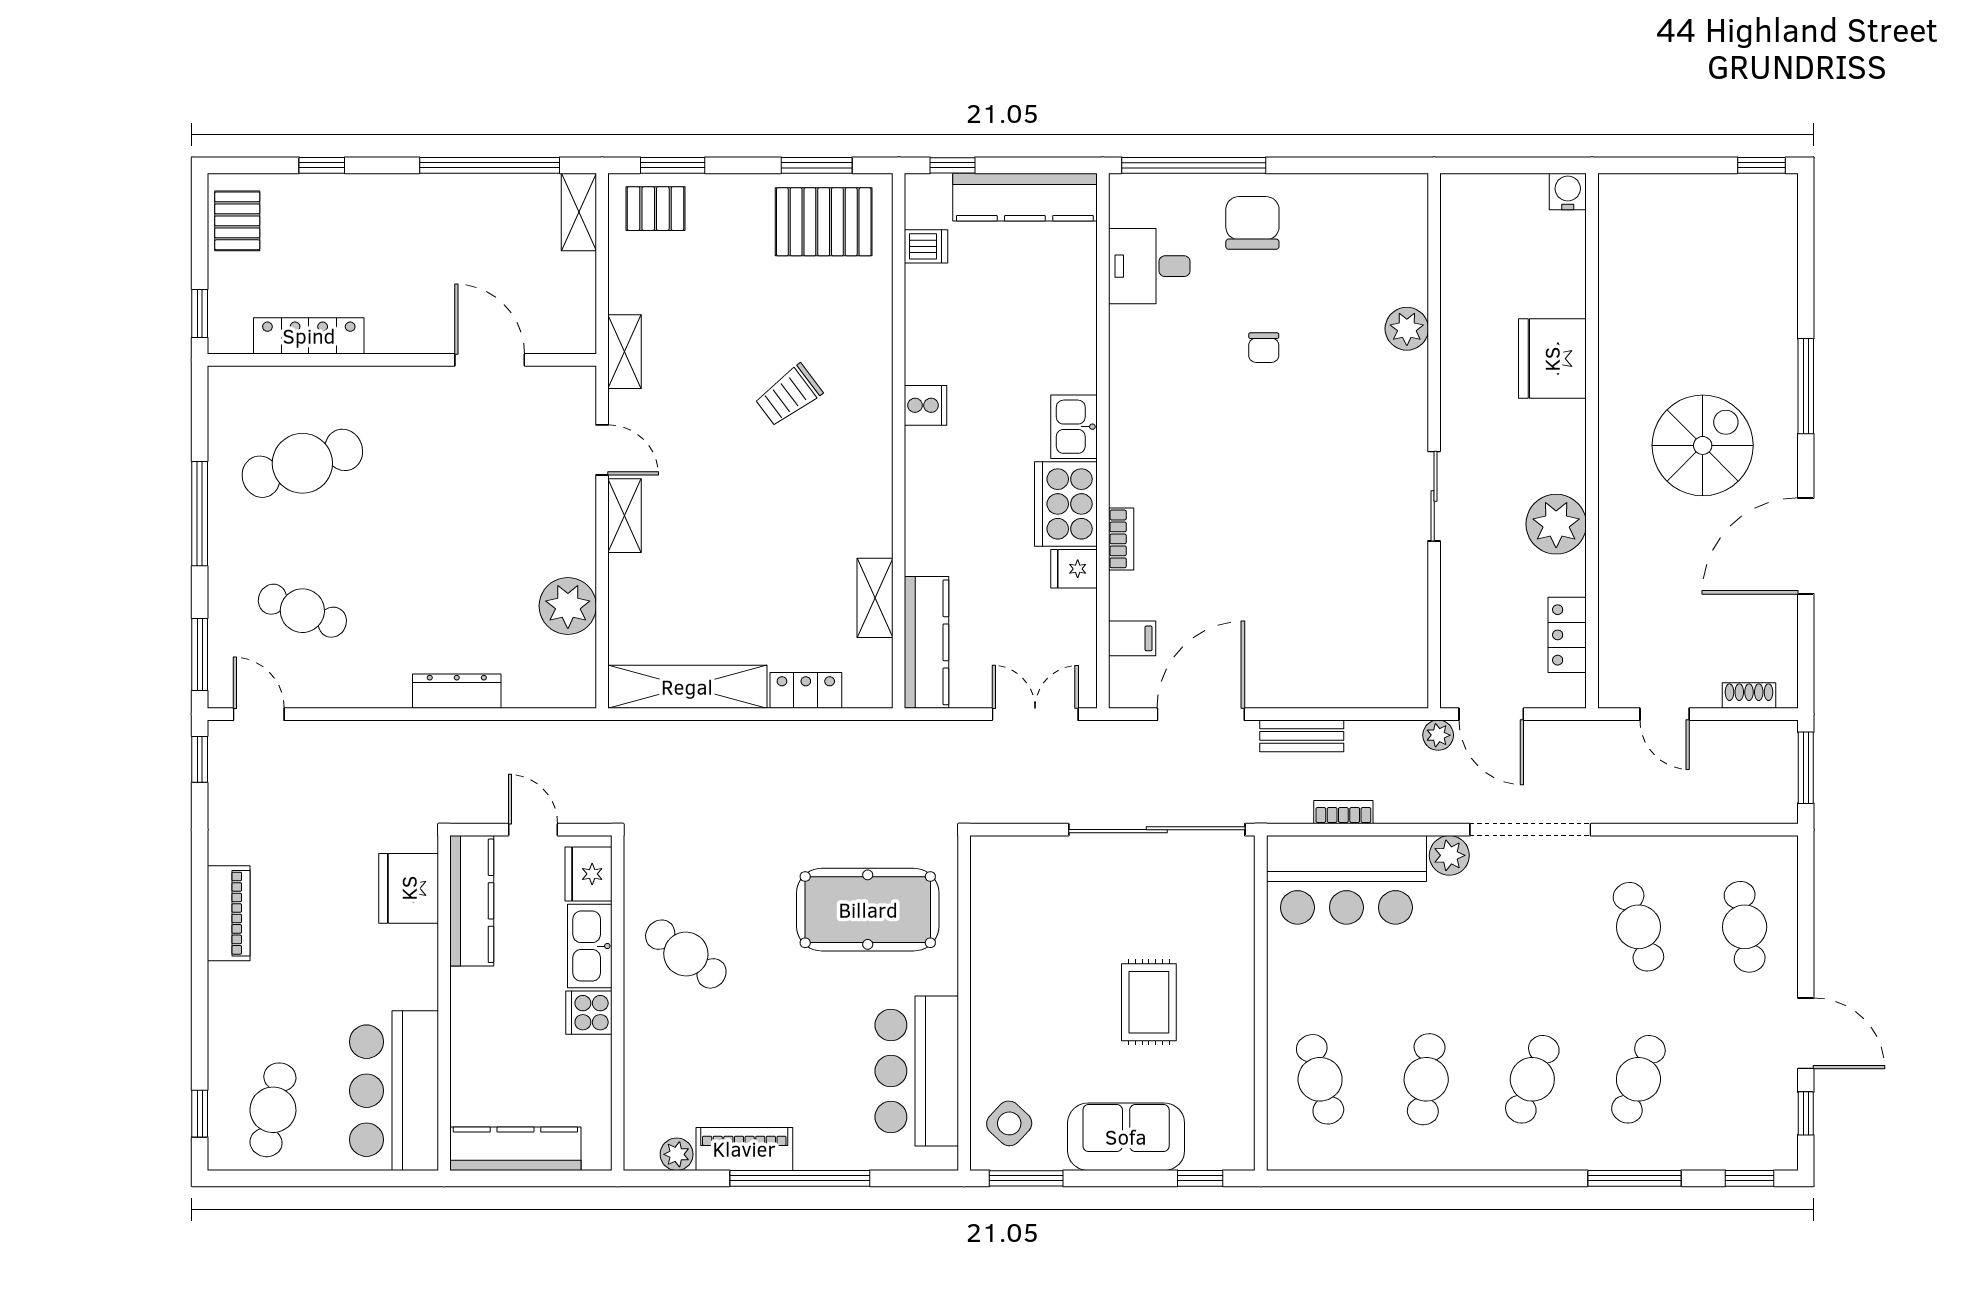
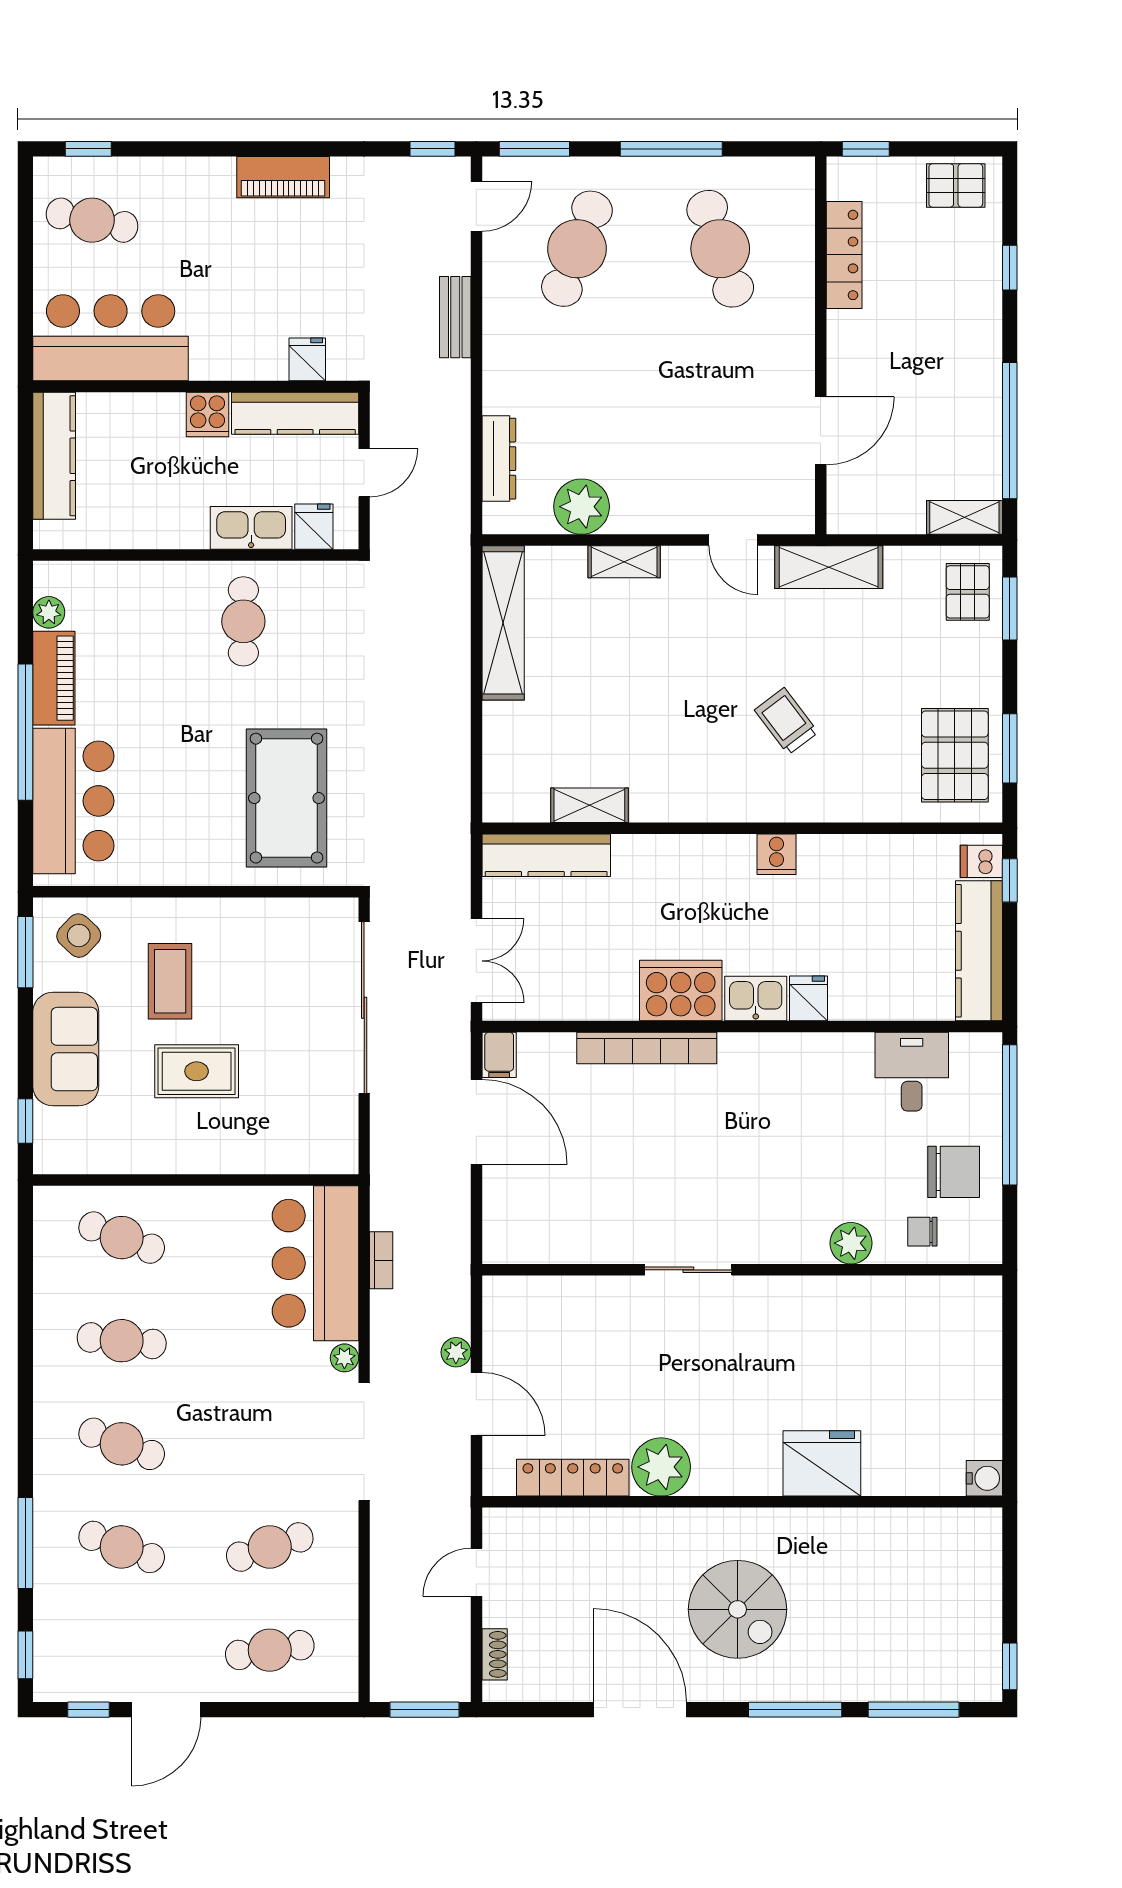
dishwasher: (926, 246) -> (981, 861), moved, turned 90
window: (1806, 264) -> (914, 1710), added
plant: (1407, 329) -> (851, 1243), moved
chair: (1264, 348) -> (922, 1232), moved
shelving: (625, 352) -> (829, 567), width x1.50, depth x1.33
wall: (1434, 441) -> (742, 1270), moved
door: (602, 450) -> (733, 540), hinge flipped
sliding door: (1434, 496) -> (688, 1270), moved
shelving: (625, 516) -> (624, 562), moved
bookcase: (1121, 539) -> (647, 1048), width x2.31, depth x1.31
fridge: (1074, 569) -> (809, 998), moved
cafe table: (302, 611) -> (577, 249), width x1.37, depth x1.35
locker: (1567, 635) -> (573, 1478), width x1.53
filing cabinet: (1132, 638) -> (499, 1055), moved
locker: (806, 690) -> (500, 738), removed
dresser: (457, 691) -> (499, 459), moved
door: (1491, 714) -> (476, 1404), swing flipped
bench: (1302, 736) -> (455, 317), moved
sliding door: (1157, 830) -> (364, 1008), moved
plant: (1449, 855) -> (344, 1358), width x0.73, depth x0.73
fridge: (588, 874) -> (314, 527), width x0.72
fridge: (409, 888) -> (307, 359), width x0.53, depth x0.75
cafe table: (686, 954) -> (243, 621), turned -37
cooker: (589, 1013) -> (207, 414), moved, turned 180
coffee table: (1056, 1029) -> (170, 981), added
bar counter: (917, 1071) -> (73, 801), moved, turned 90
cafe table: (1320, 1079) -> (122, 1238), turned 36

